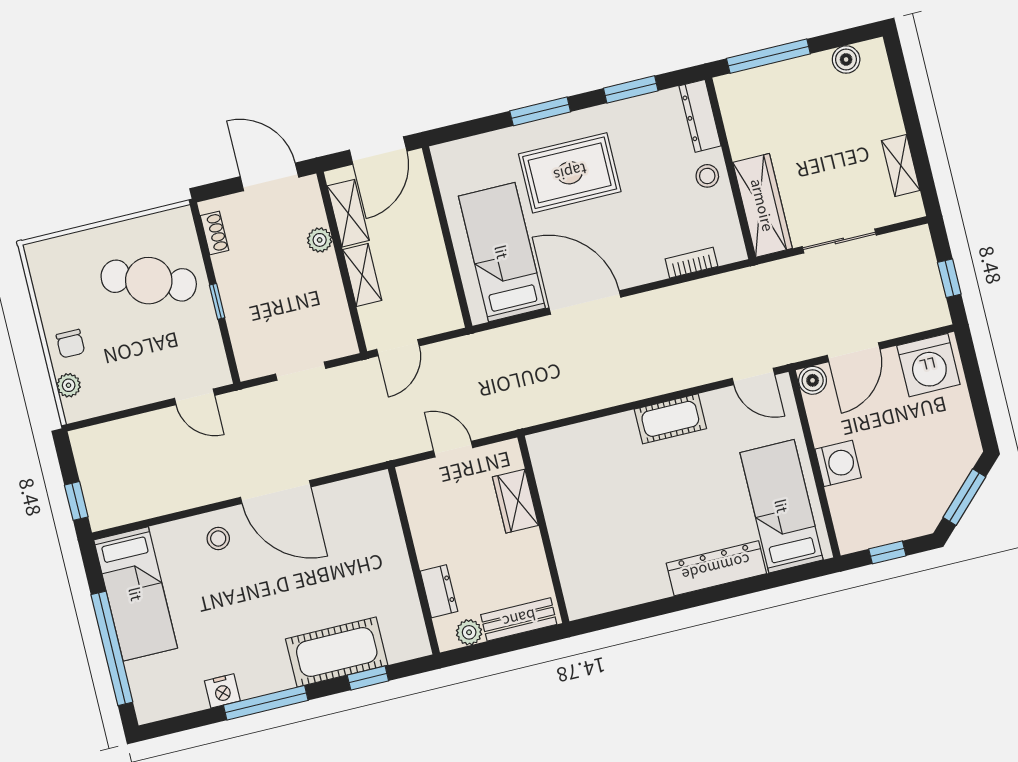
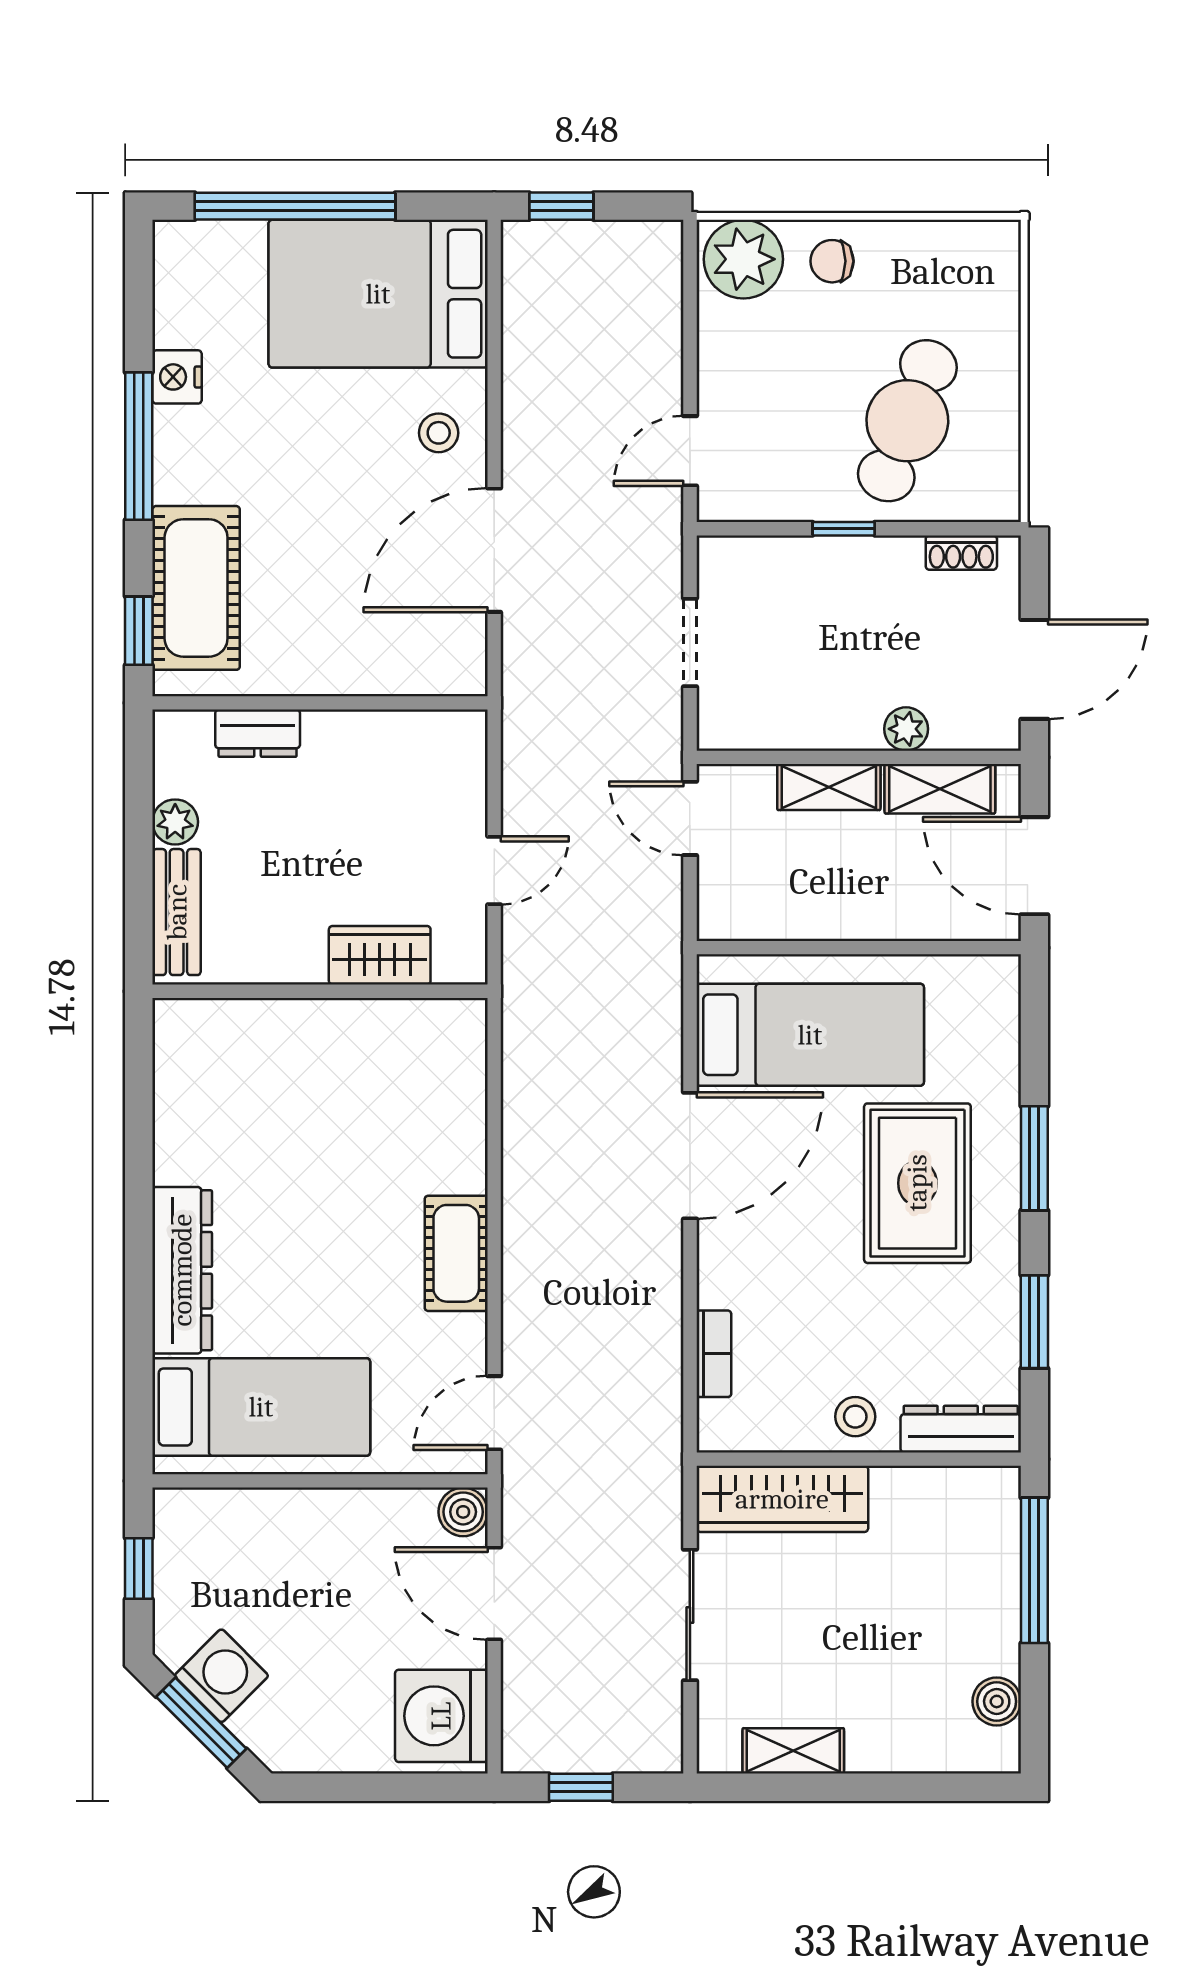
plant: (69, 385) -> (743, 259), width x1.87, depth x1.87
washing machine: (838, 463) -> (221, 1676), moved, turned -135
wall: (414, 561) -> (320, 703), moved
dresser: (439, 591) -> (258, 733), moved
bed: (136, 594) -> (378, 294), width x1.50

